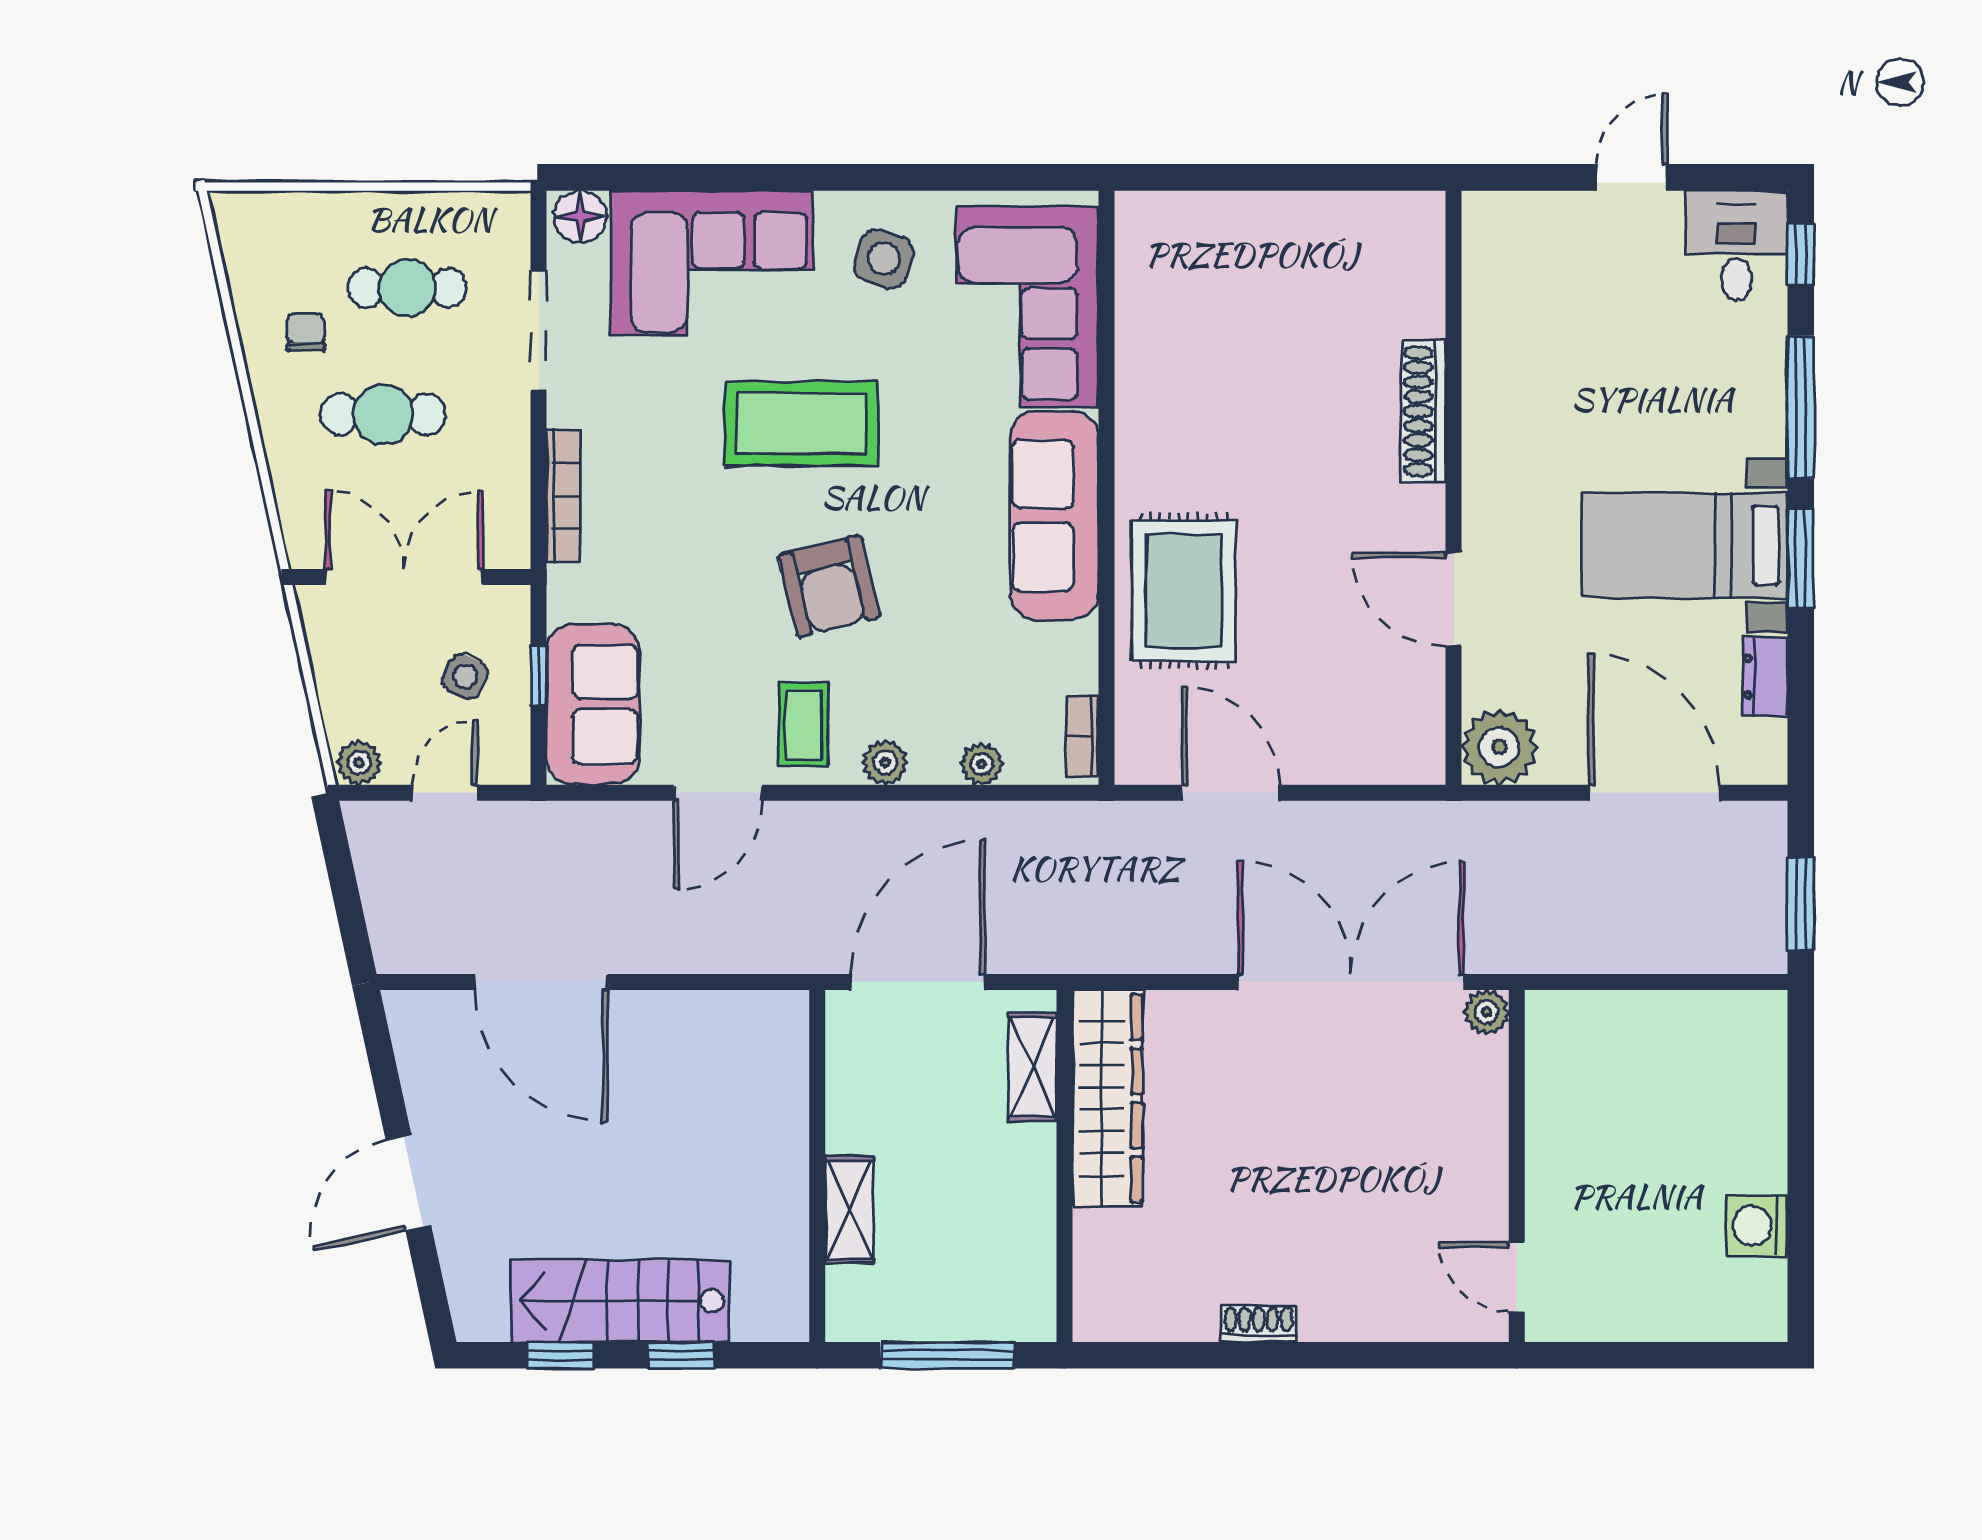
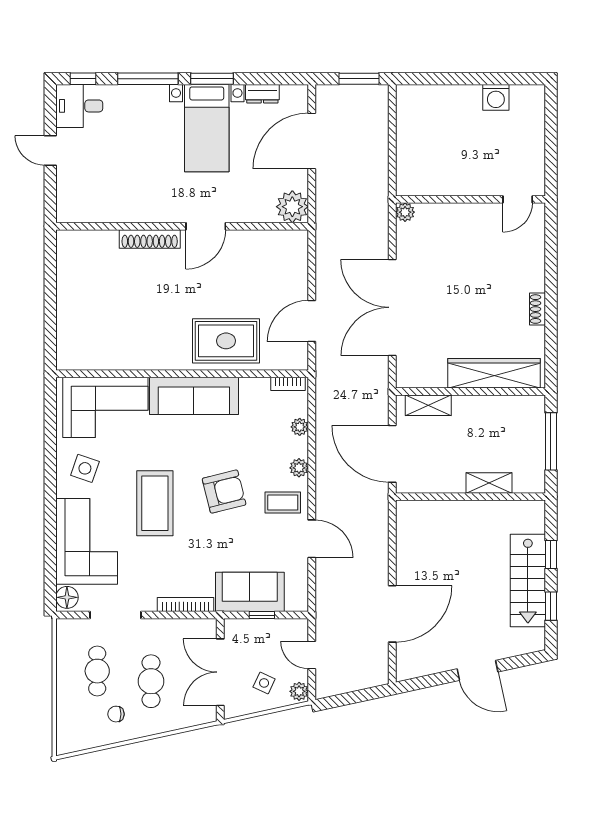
door: (1454, 599) -> (206, 226), moved
side table: (465, 677) -> (264, 683), moved
sofa: (593, 704) -> (250, 592), moved
double door: (1351, 982) -> (392, 307), moved
wardrobe: (1107, 1098) -> (494, 373), moved

